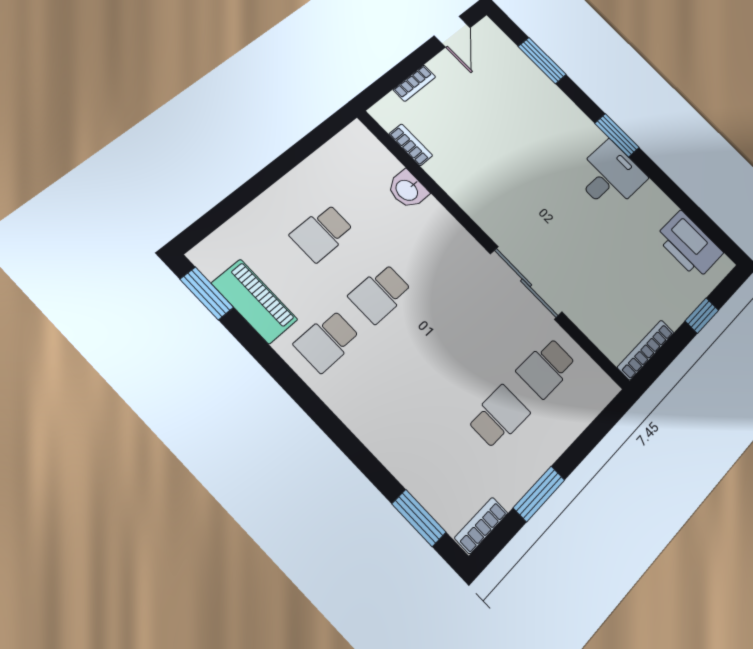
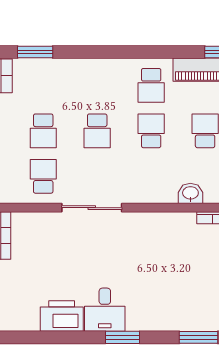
printer: (689, 245) -> (62, 316), moved
school desk: (327, 341) -> (151, 85), turned 180
school desk: (439, 355) -> (97, 131), added

